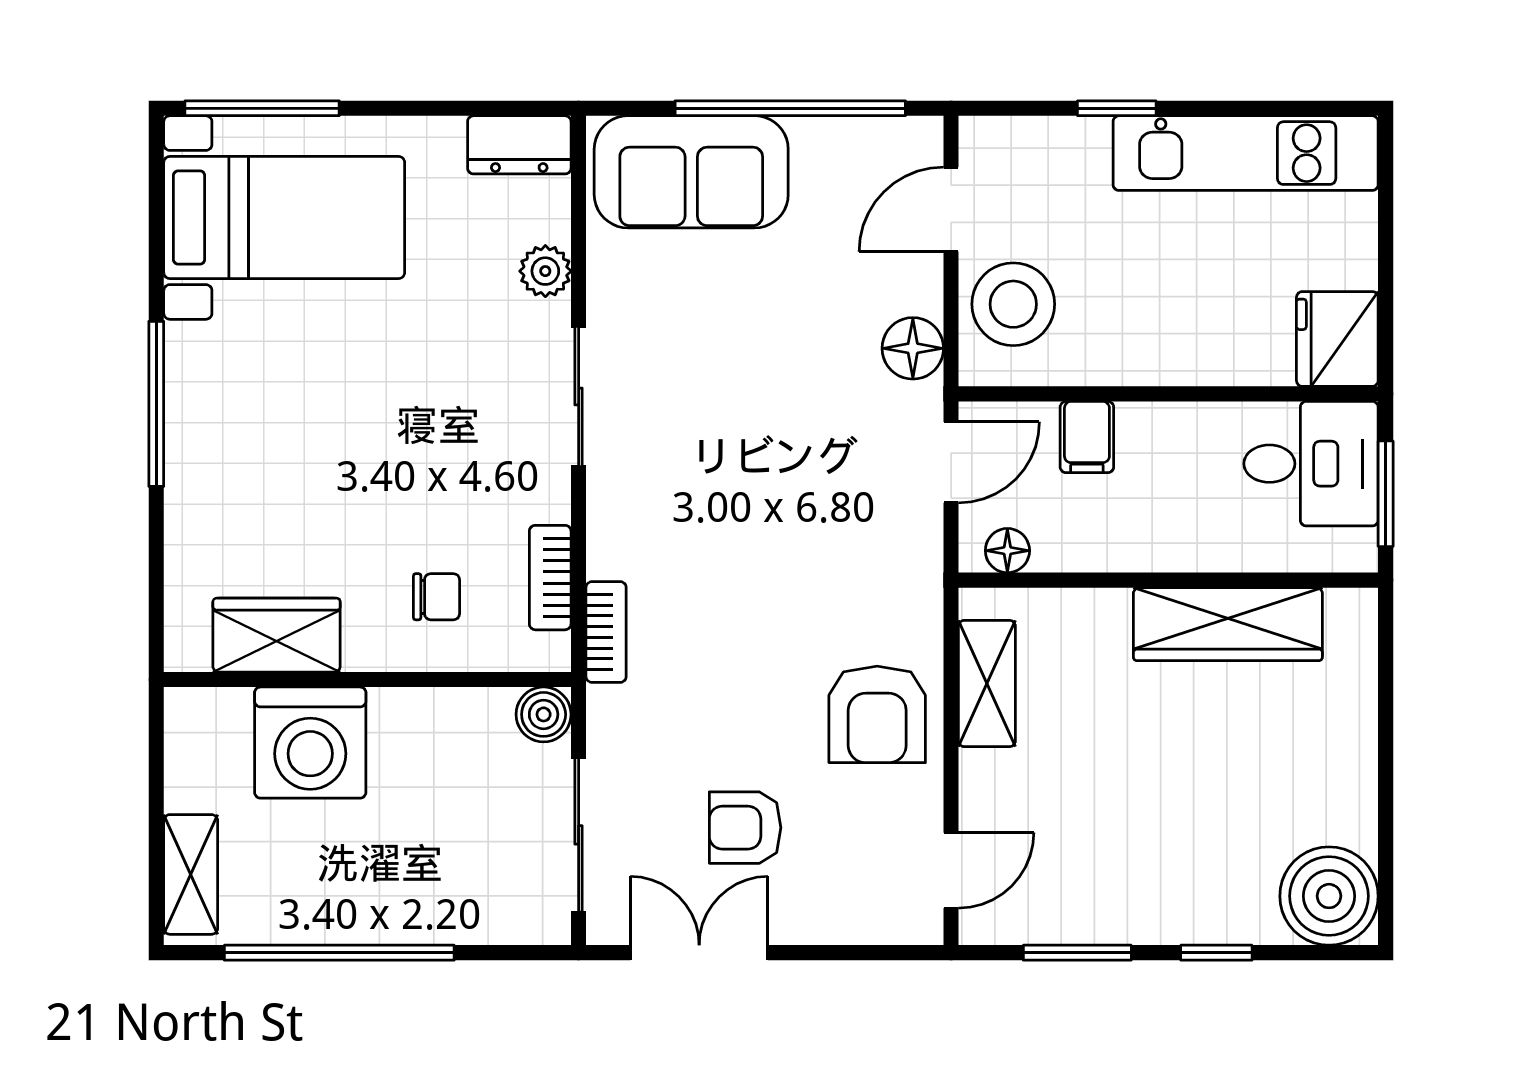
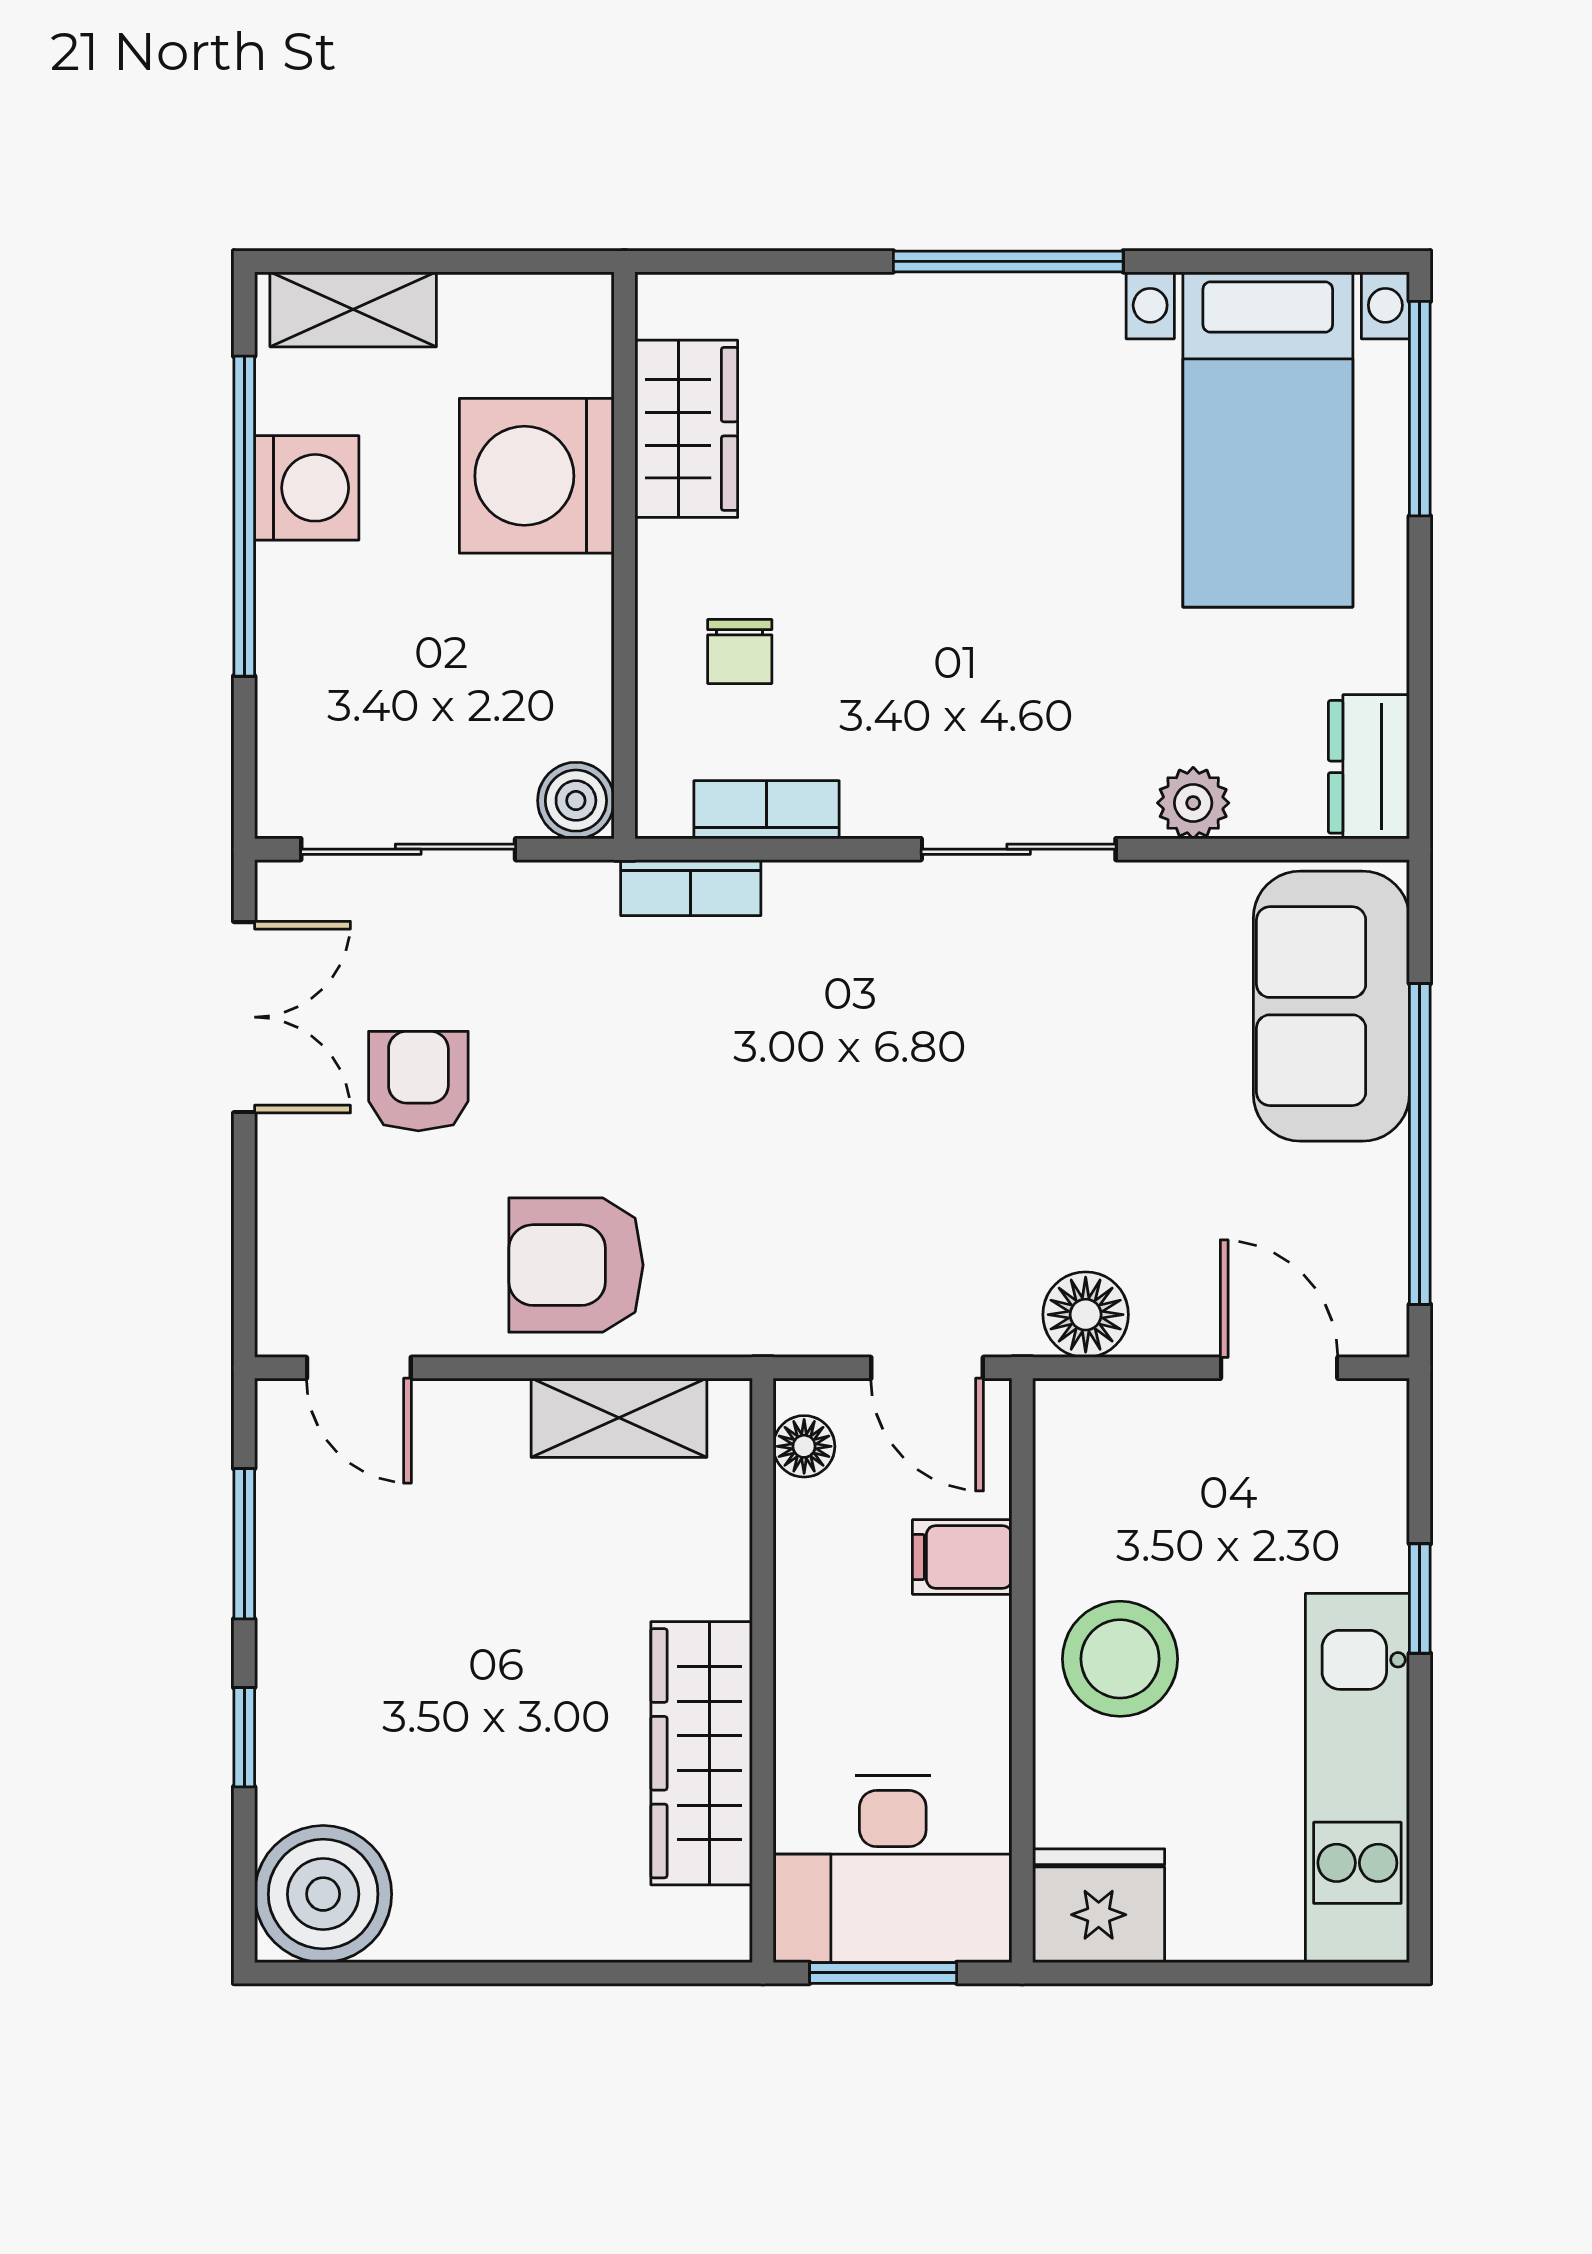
stool: (1013, 304) -> (1120, 1659), moved
desk: (1311, 464) -> (893, 1869), width x1.37
washing machine: (319, 908) -> (307, 488), added

